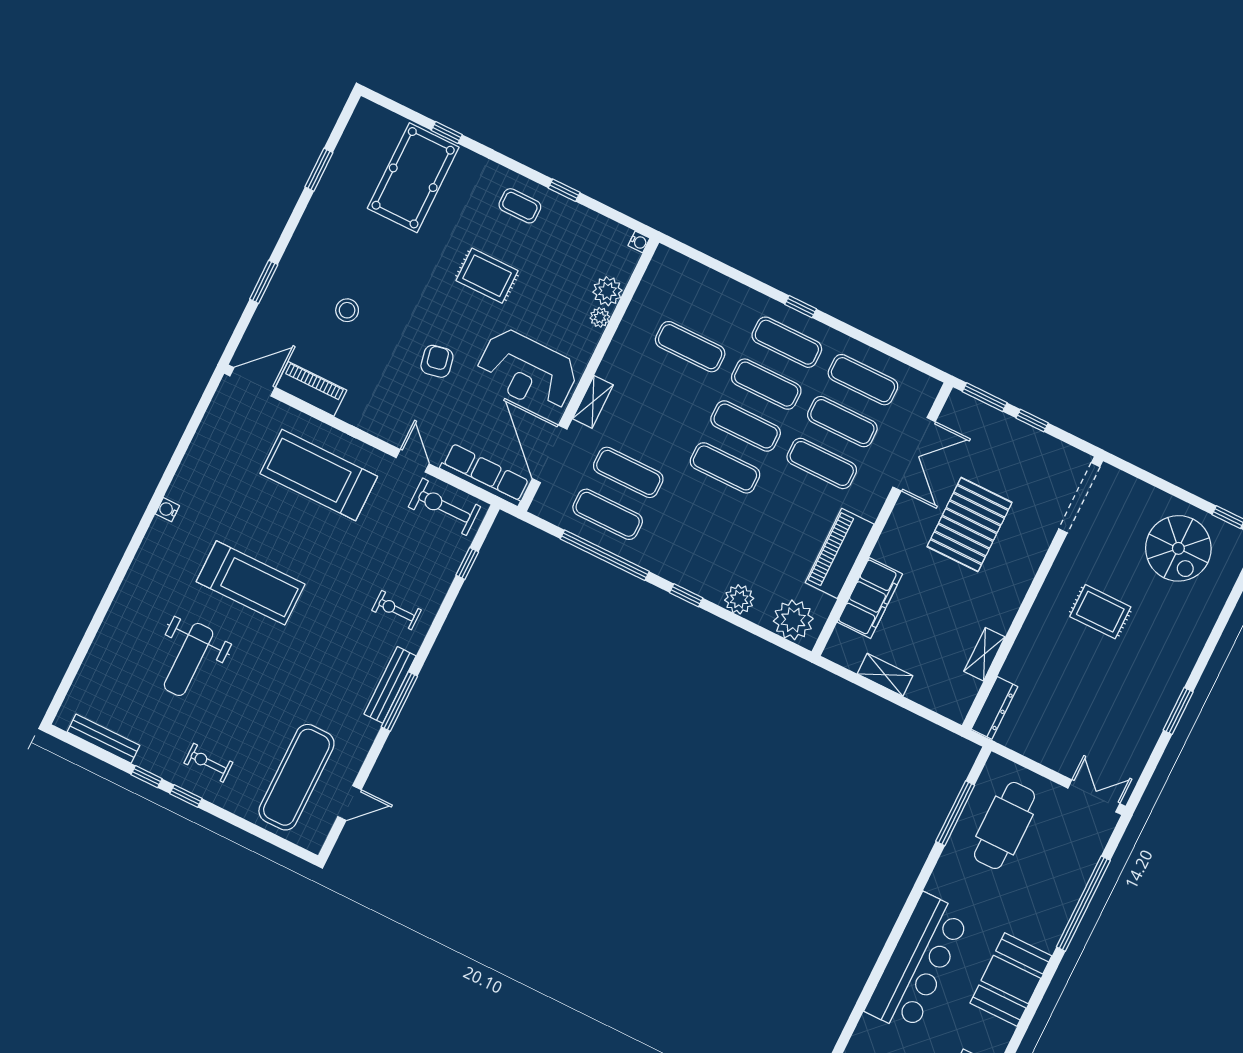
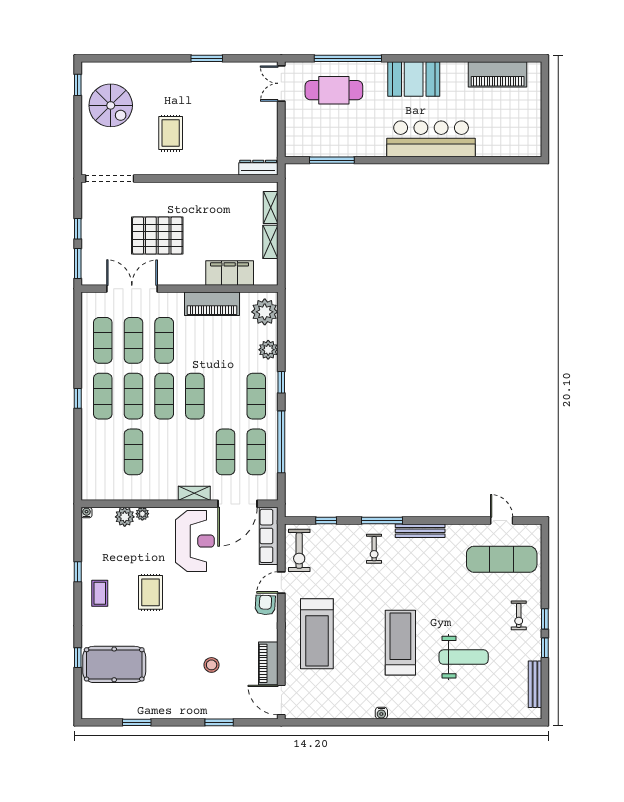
armchair: (437, 361) -> (265, 605), moved, turned 104
spiral stairs: (1178, 548) -> (111, 105), turned 90
exercise mat: (684, 552) -> (256, 396), added
shelving: (984, 654) -> (271, 208), moved, turned 90
window: (399, 701) -> (382, 520), moved
cafe table: (1004, 825) -> (334, 90), moved

